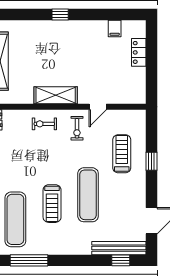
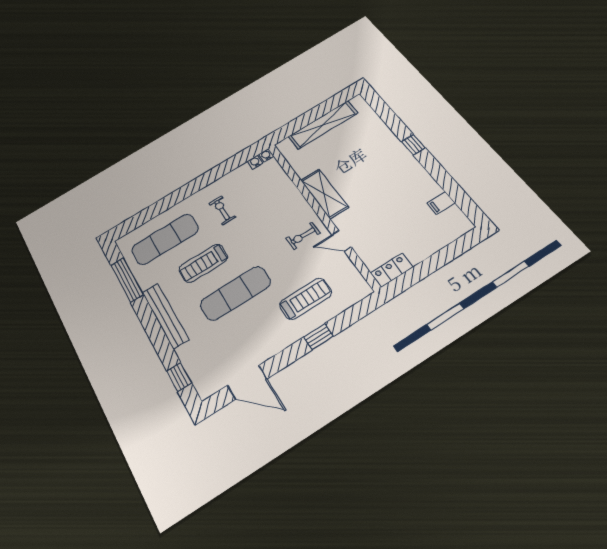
locker: (139, 52) -> (392, 270), moved
exercise bike: (44, 124) -> (222, 210), moved
bench: (119, 248) -> (165, 316), moved

